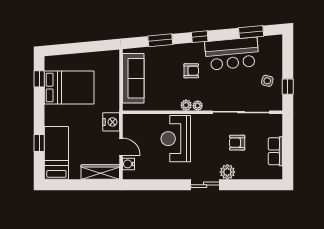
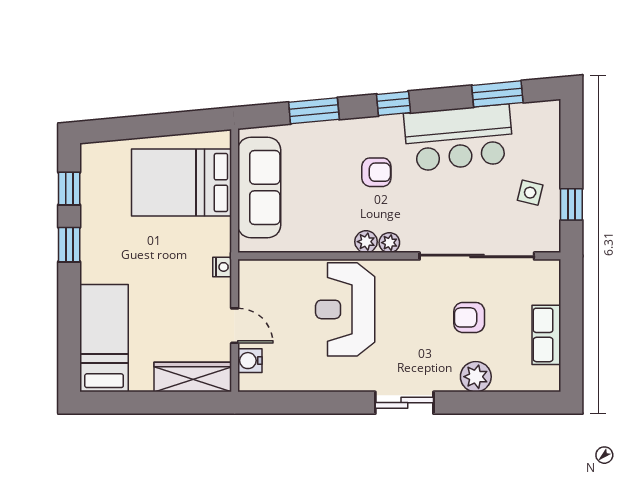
bed: (69, 88) -> (181, 183), moved, turned 180
nightstand: (111, 122) -> (222, 267), width x0.53, depth x0.56
window: (39, 143) -> (69, 245), moved
plant: (227, 172) -> (476, 377), moved

